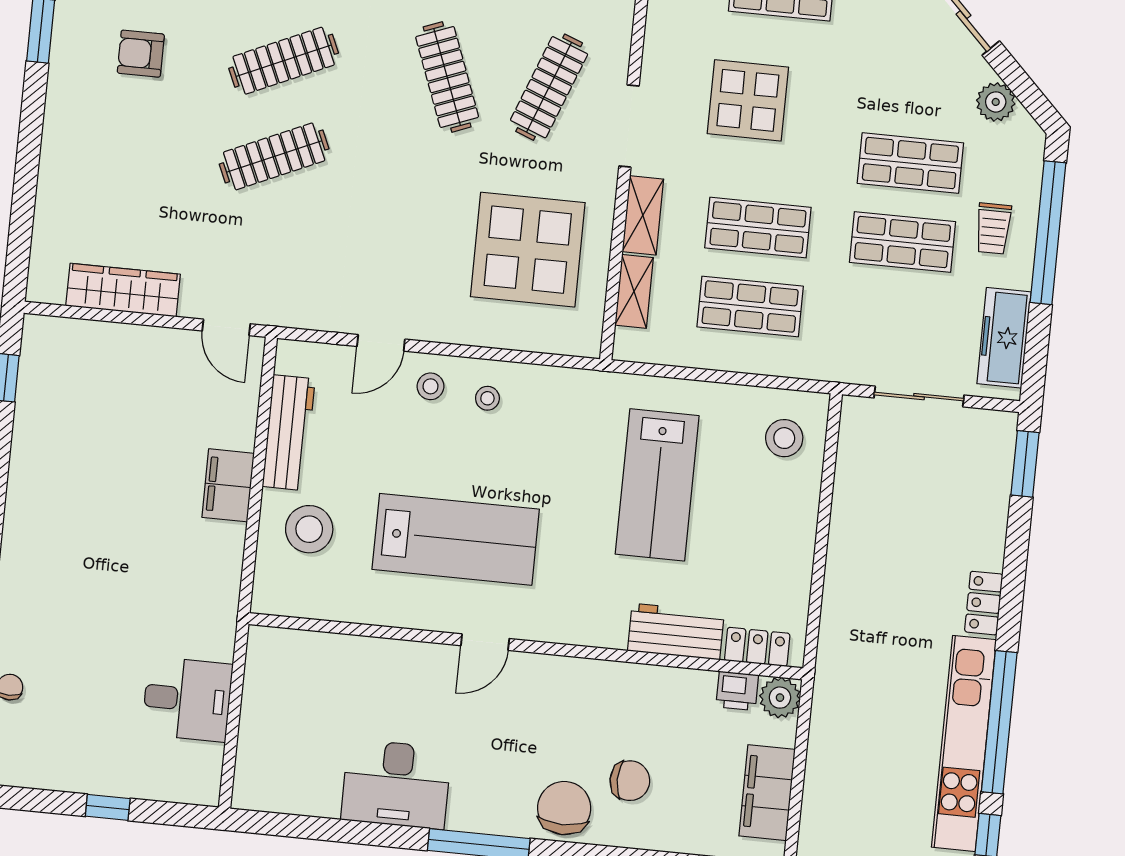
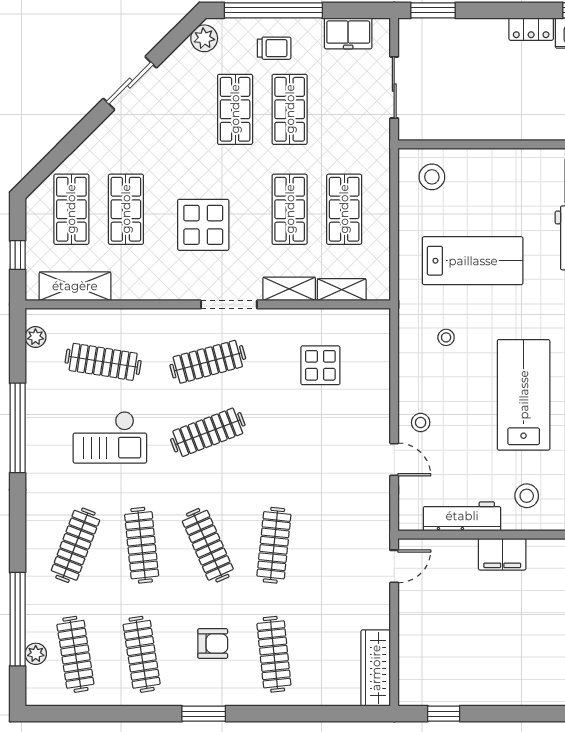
armchair: (141, 54) -> (213, 644), turned -90
clothes rail: (549, 87) -> (208, 362), turned -36
plant: (996, 102) -> (204, 38), moved
clothes rail: (116, 141) -> (274, 654), added
clothes rail: (274, 156) -> (274, 545), turned 30
display table: (528, 250) -> (320, 365), width x0.54, depth x0.54
wardrobe: (123, 290) -> (376, 668), moved
freezer: (1004, 338) -> (348, 33), width x0.71
stool: (487, 398) -> (446, 337), moved
stool: (309, 529) -> (527, 496), width x0.73, depth x0.73

